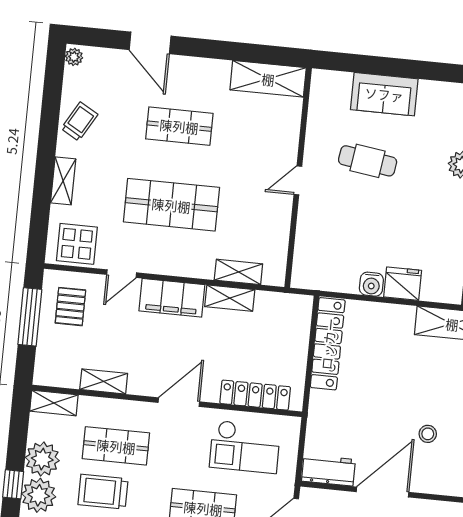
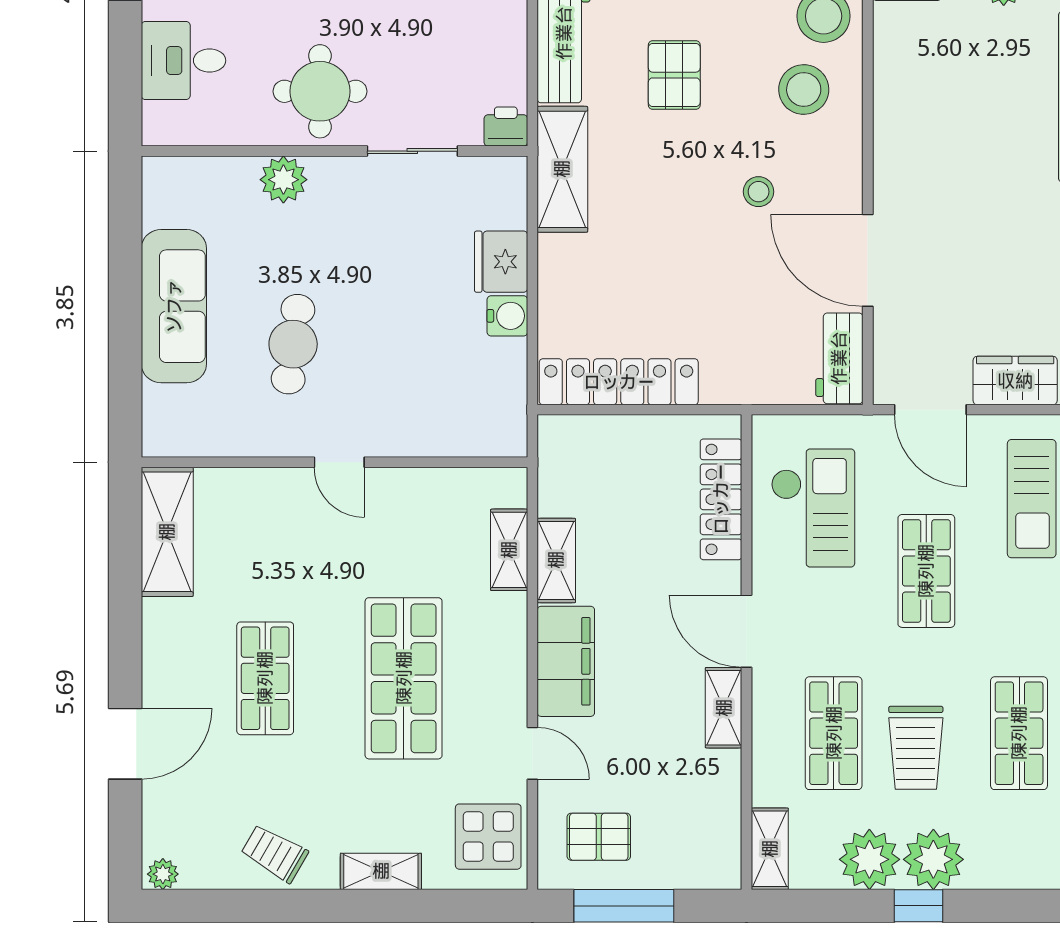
sofa: (384, 94) -> (174, 306), width x1.36
shelving: (104, 381) -> (724, 708), moved

